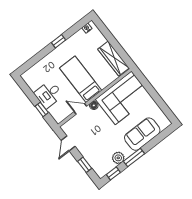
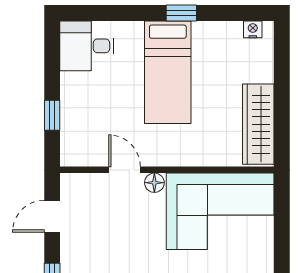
bed: (81, 79) -> (168, 72), moved, turned 180
desk: (49, 94) -> (87, 46), moved

